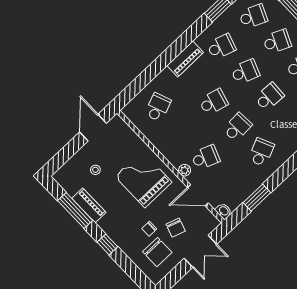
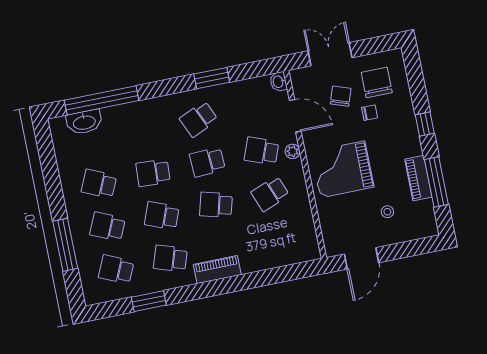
school desk: (158, 107) -> (270, 194), moved
grand piano: (143, 179) -> (342, 169), turned 90
window: (257, 198) -> (212, 78), moved

